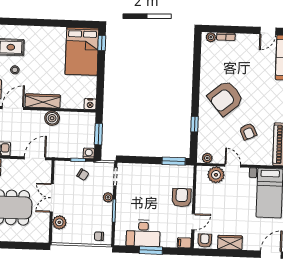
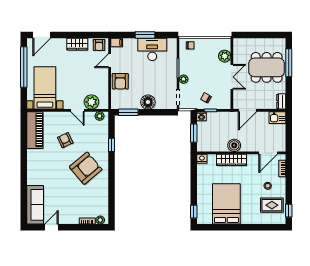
bed: (82, 51) -> (226, 204), moved
wardrobe: (43, 101) -> (232, 160), moved
floor lamp: (150, 172) -> (148, 102), added

